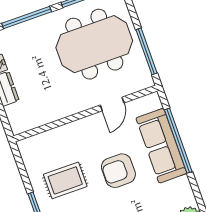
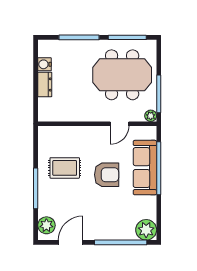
plant: (146, 81) -> (151, 116), added
armchair: (118, 171) -> (107, 175), turned 180

